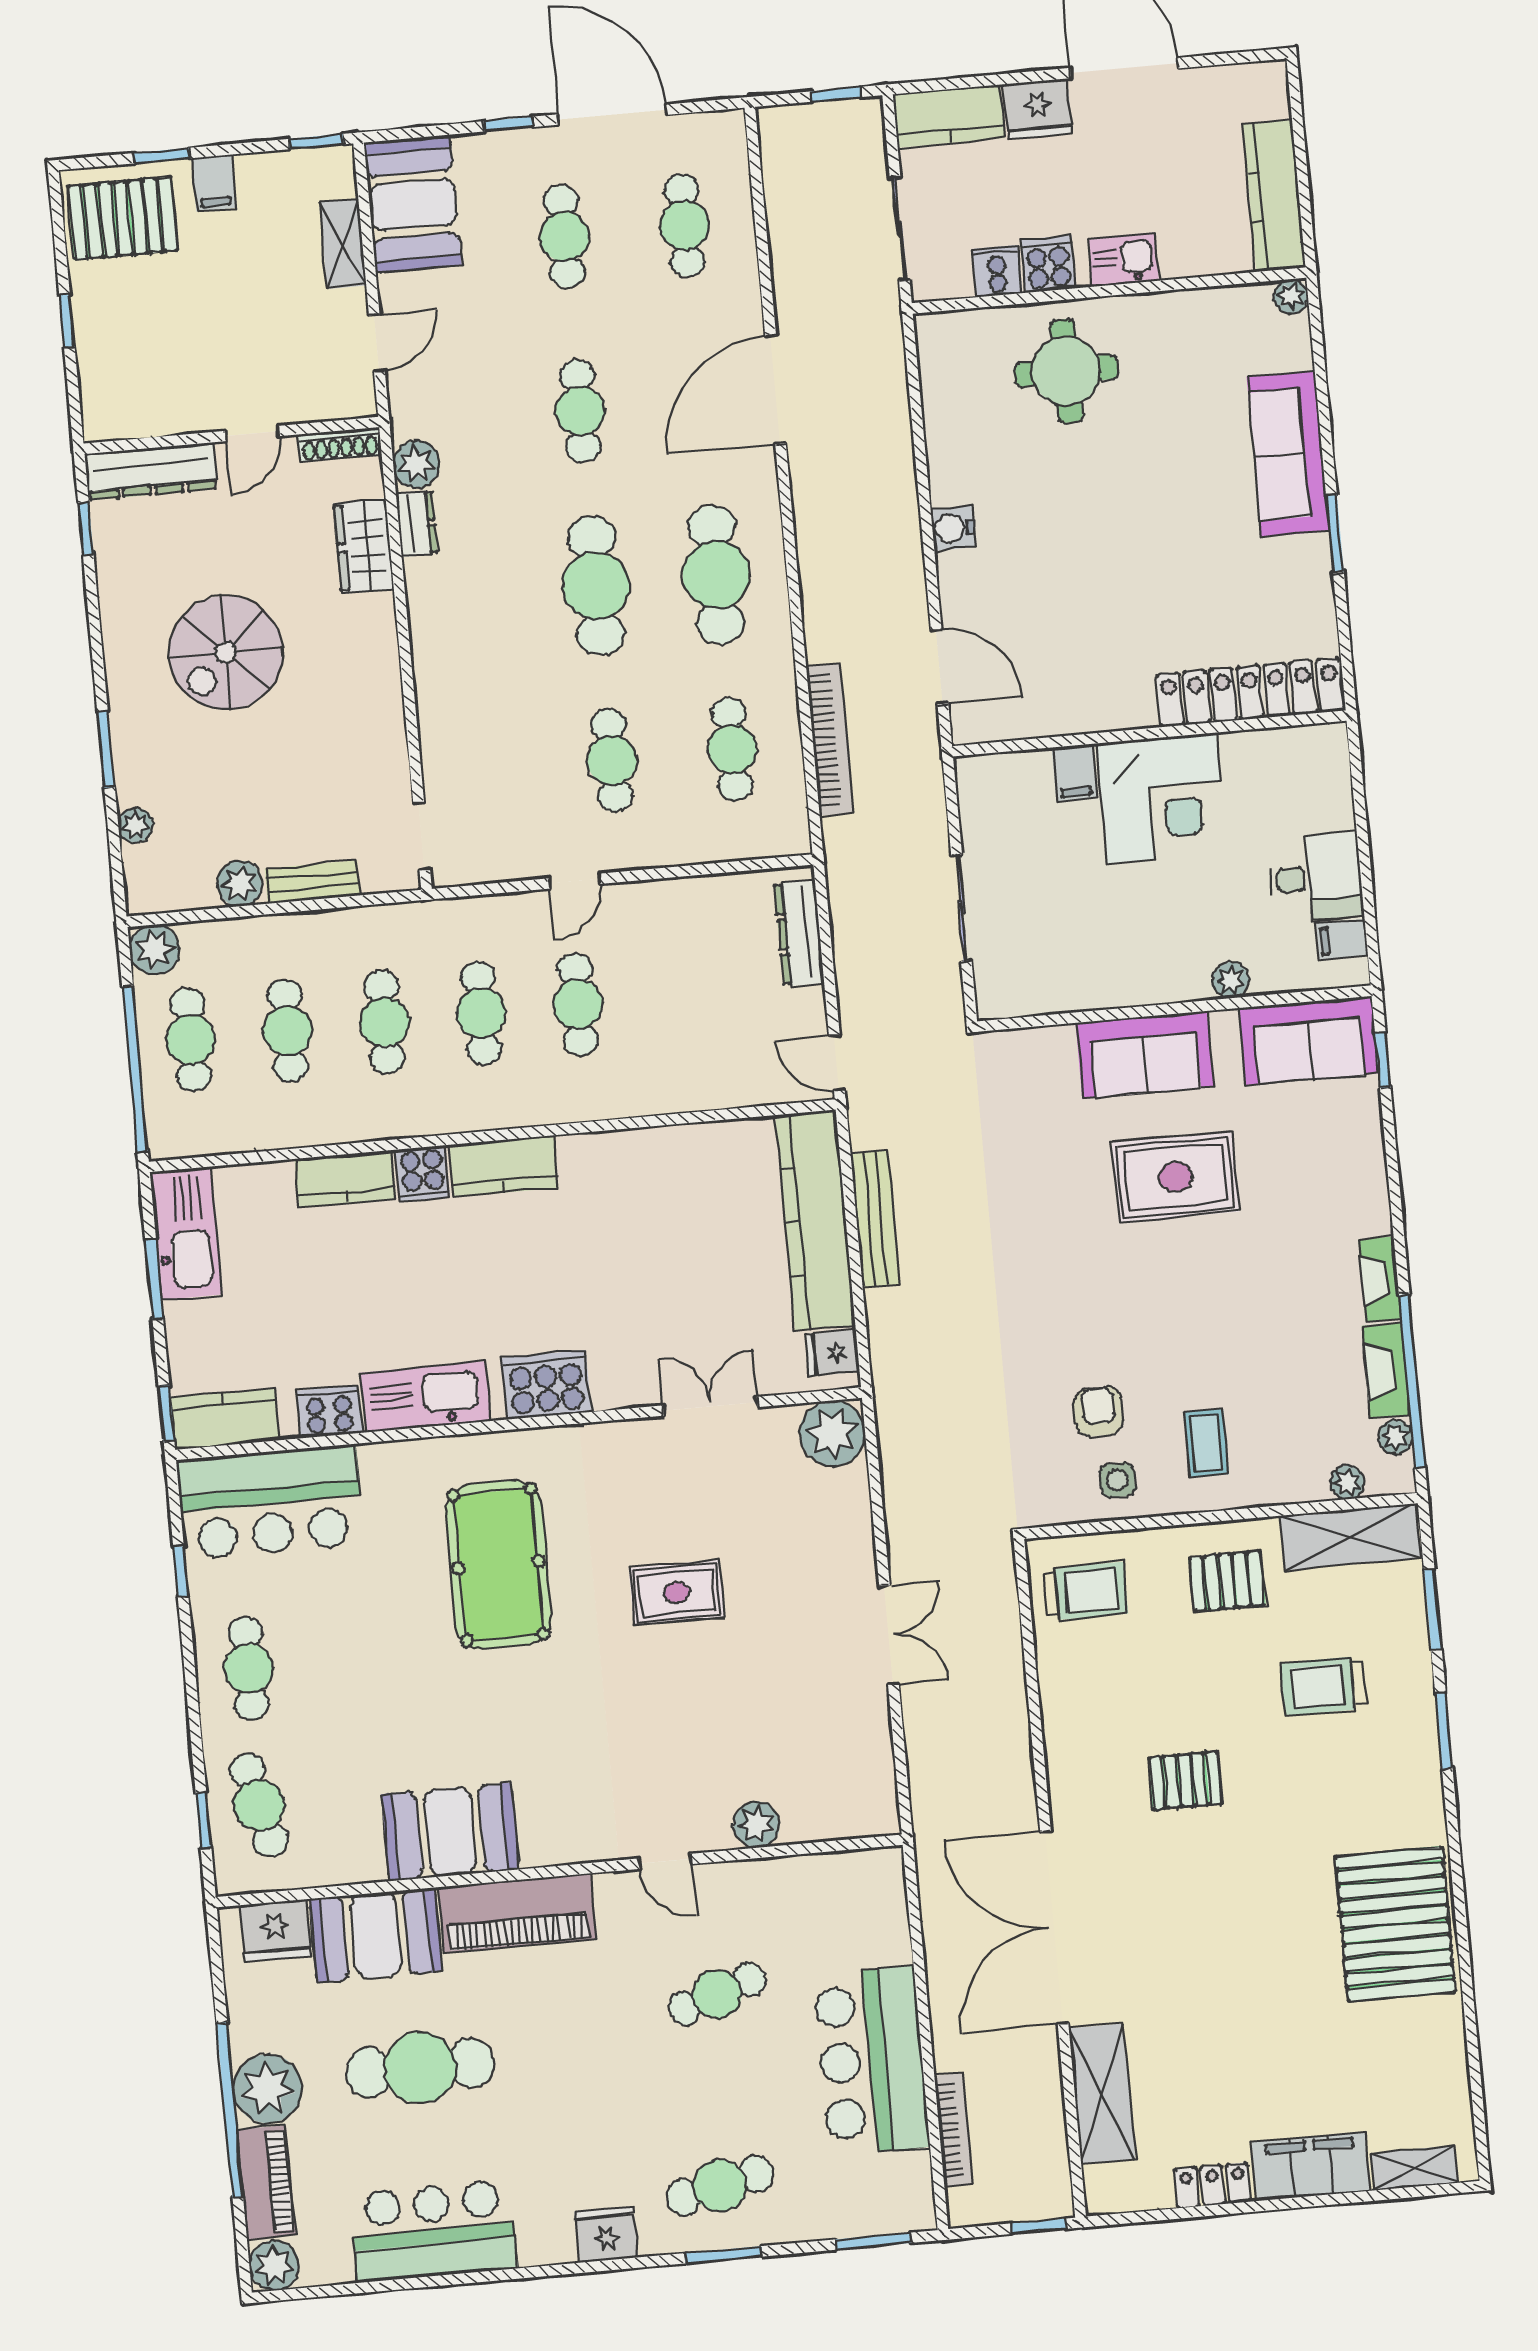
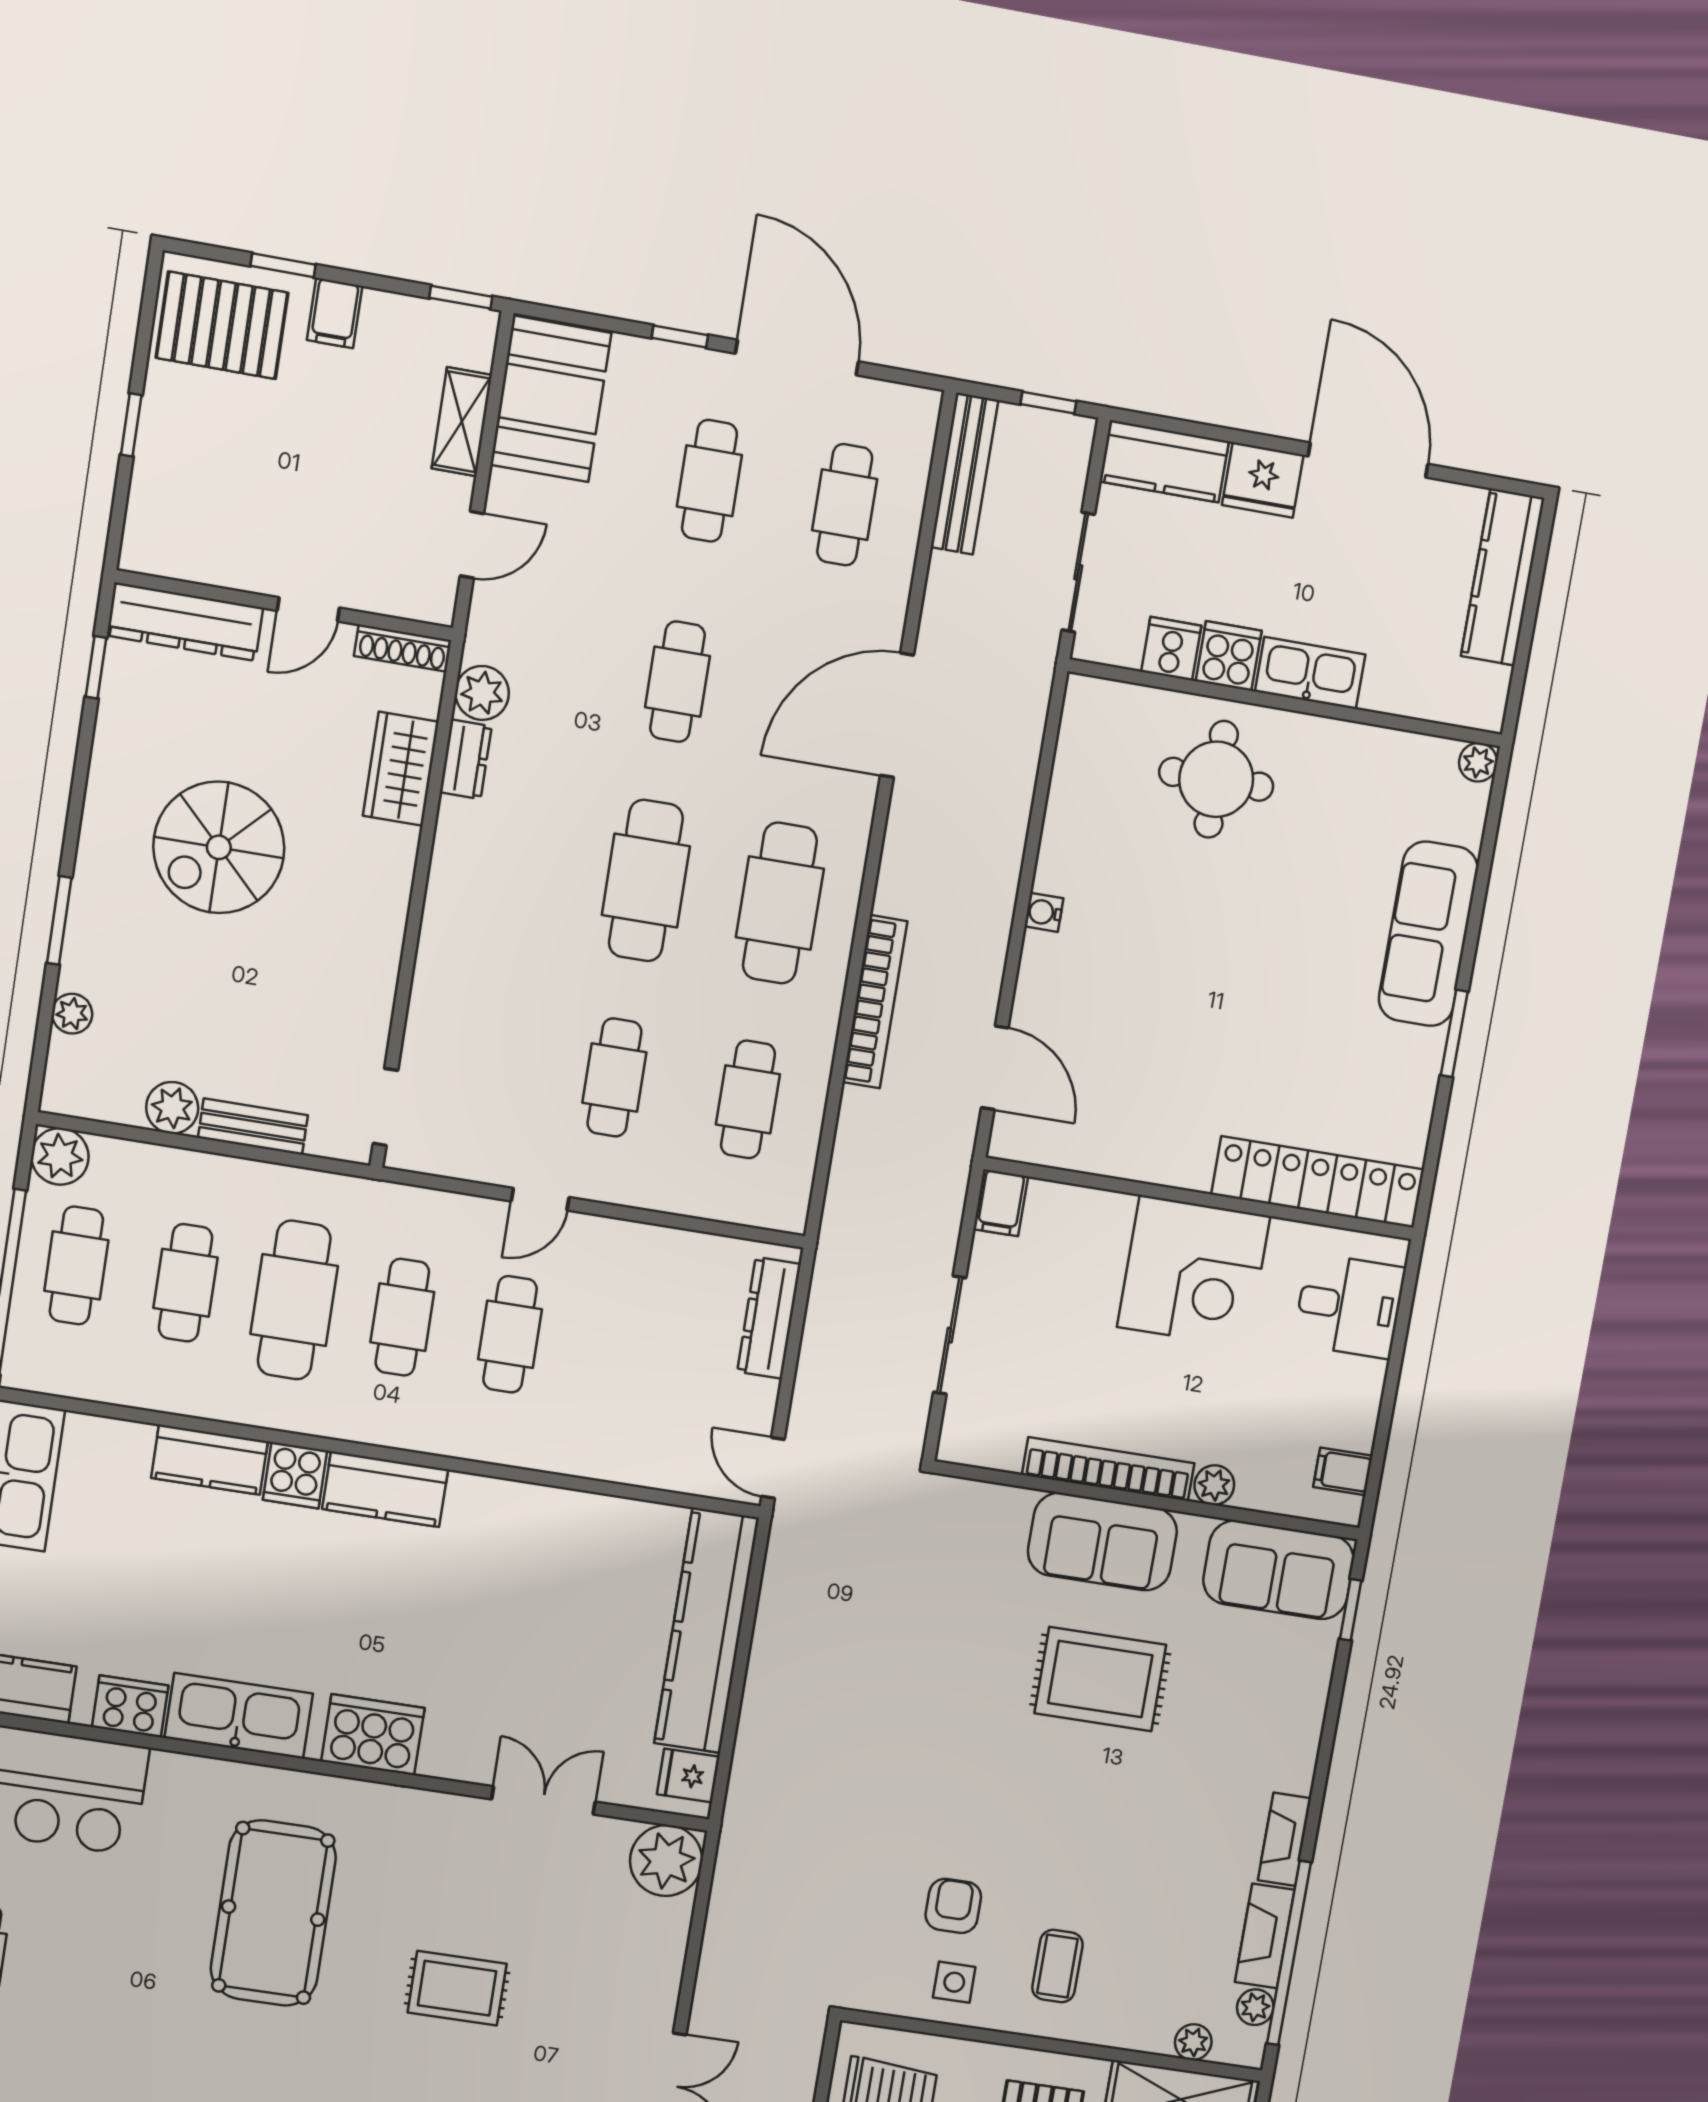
kitchen counter: (1274, 196) -> (1503, 577), moved
kitchen sink: (1123, 260) -> (1310, 673), width x1.38
water cooler: (953, 528) -> (1044, 912), width x0.72, depth x0.72
bookcase: (830, 740) -> (875, 1002), moved
filing cabinet: (1075, 773) -> (1001, 1203), moved
desk: (1315, 877) -> (1349, 1306), moved
bookcase: (1133, 990) -> (1108, 1469), added
cafe table: (384, 1022) -> (294, 1300), width x1.37, depth x1.35
bench: (875, 1219) -> (964, 474), moved

